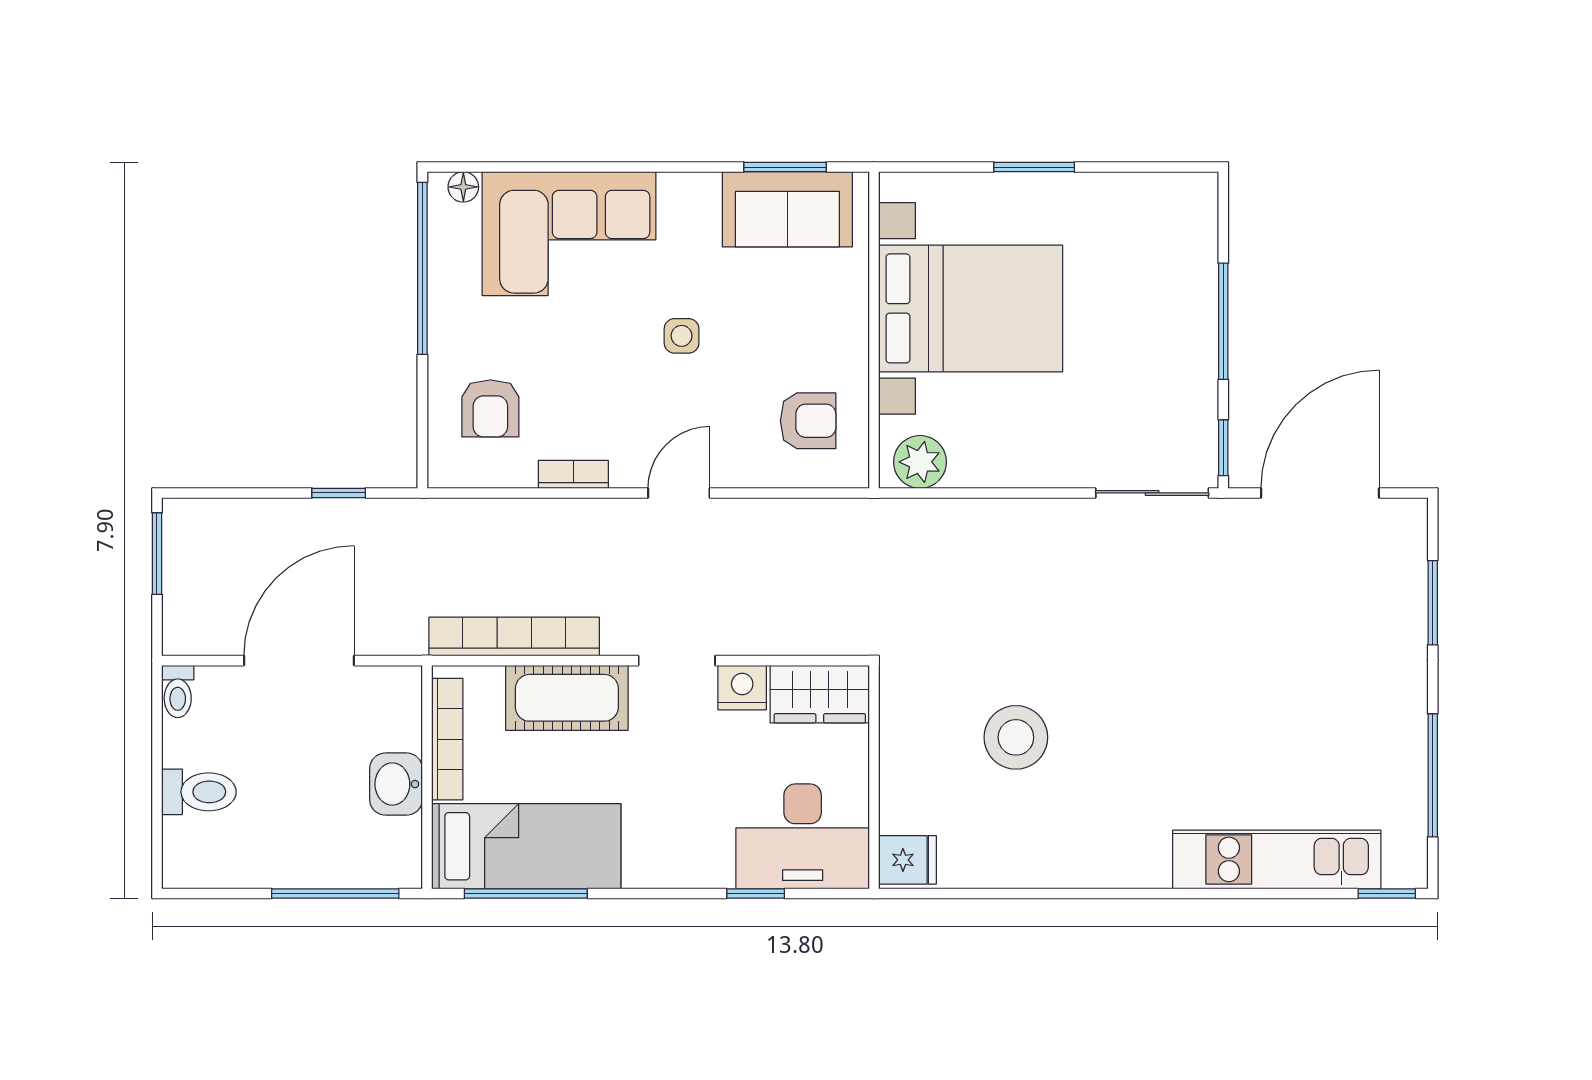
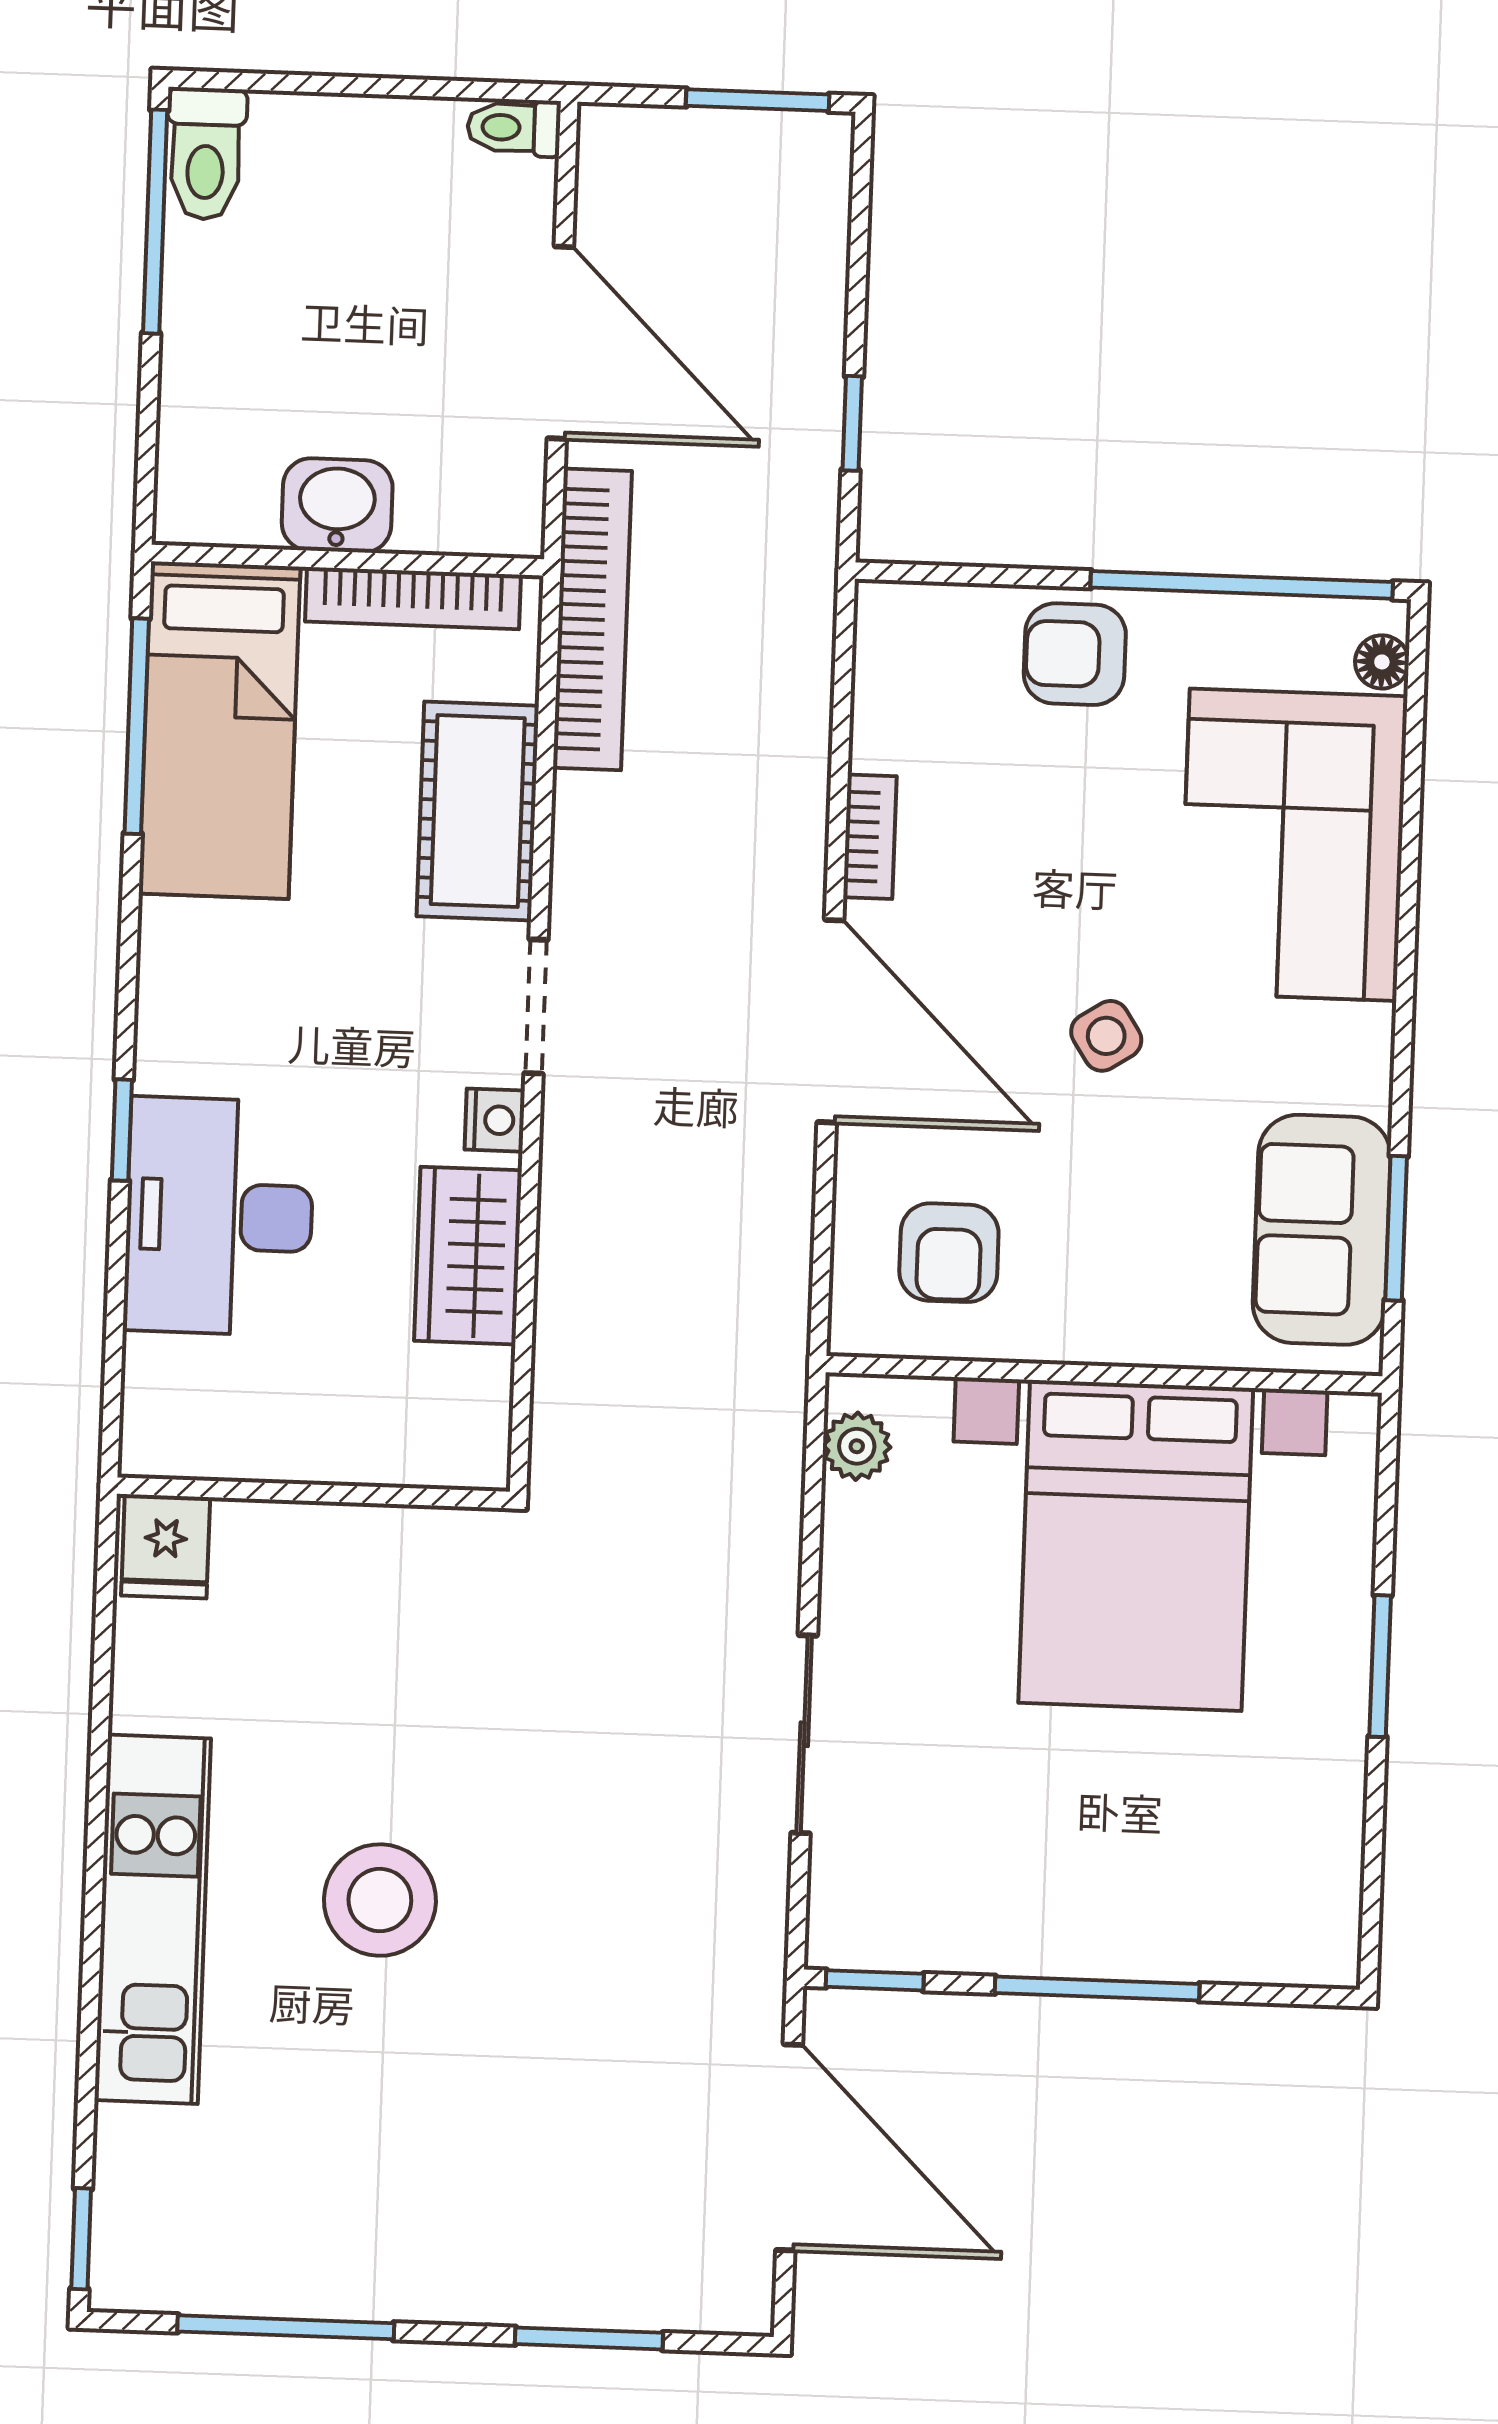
side table: (682, 336) -> (1106, 1036), turned -33
armchair: (490, 408) -> (1075, 654), moved
plant: (920, 462) -> (857, 1446), width x0.73, depth x0.73
door: (679, 493) -> (830, 1021), width x1.88
sliding door: (1152, 493) -> (804, 1734), moved
bookcase: (514, 637) -> (592, 619), moved
nightstand: (742, 688) -> (495, 1120), width x0.72, depth x0.74
stool: (1016, 737) -> (380, 1900), moved
wall: (874, 777) -> (313, 1493), moved
toilet: (199, 792) -> (206, 154), moved
kitchen unit: (1277, 859) -> (153, 1919), moved
fridge: (908, 860) -> (166, 1546), moved
window: (335, 893) -> (155, 222), moved

